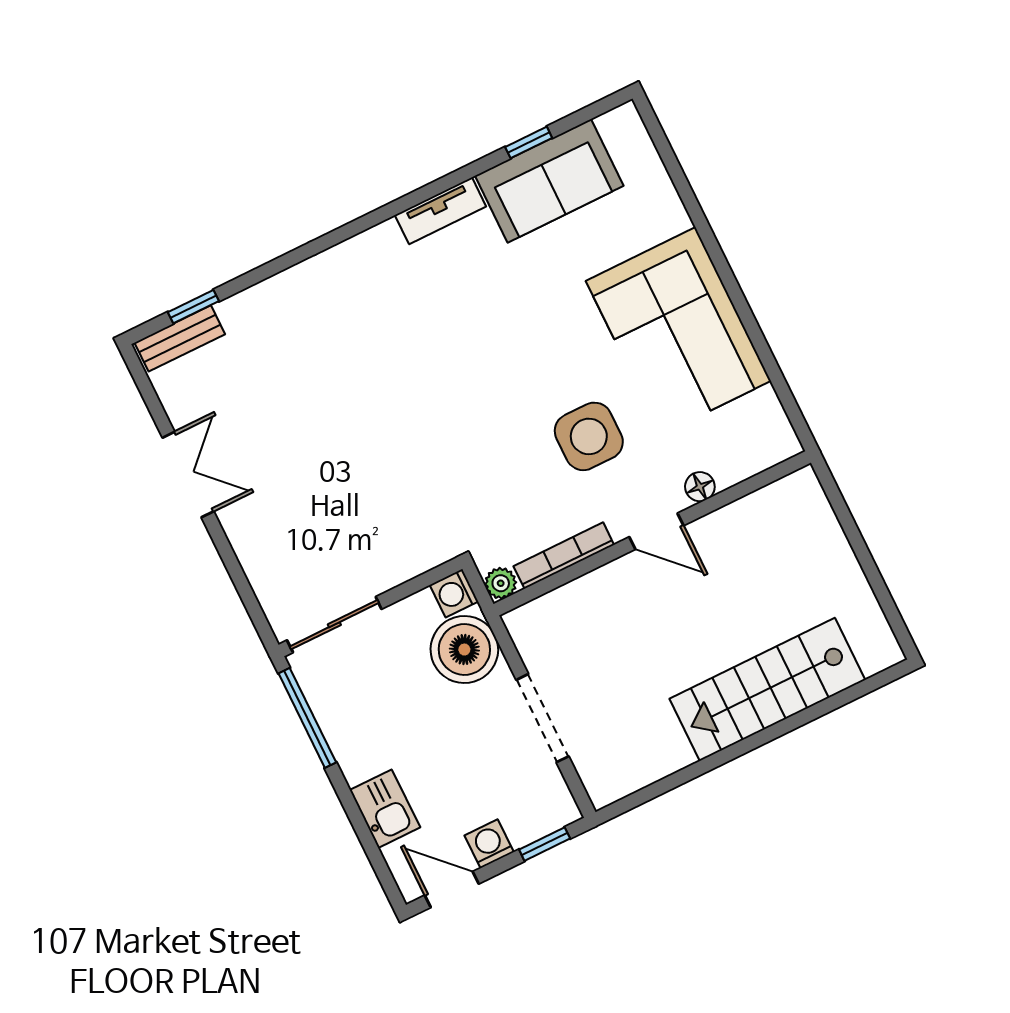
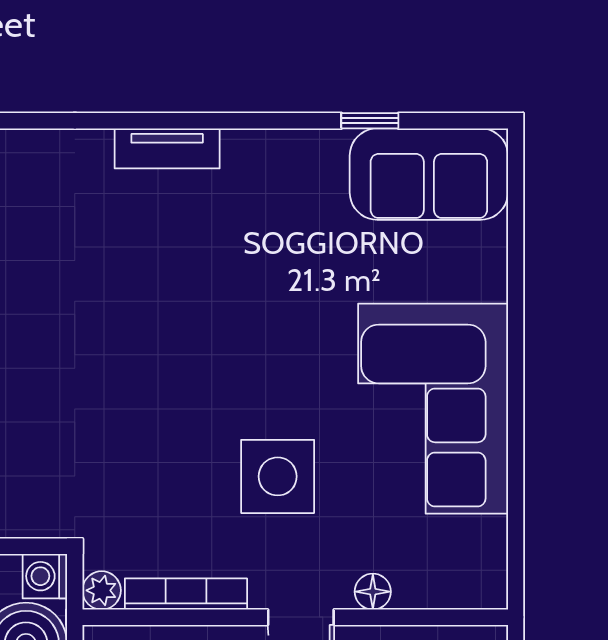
sofa: (549, 181) -> (429, 174), moved
tv unit: (440, 211) -> (167, 148), moved

